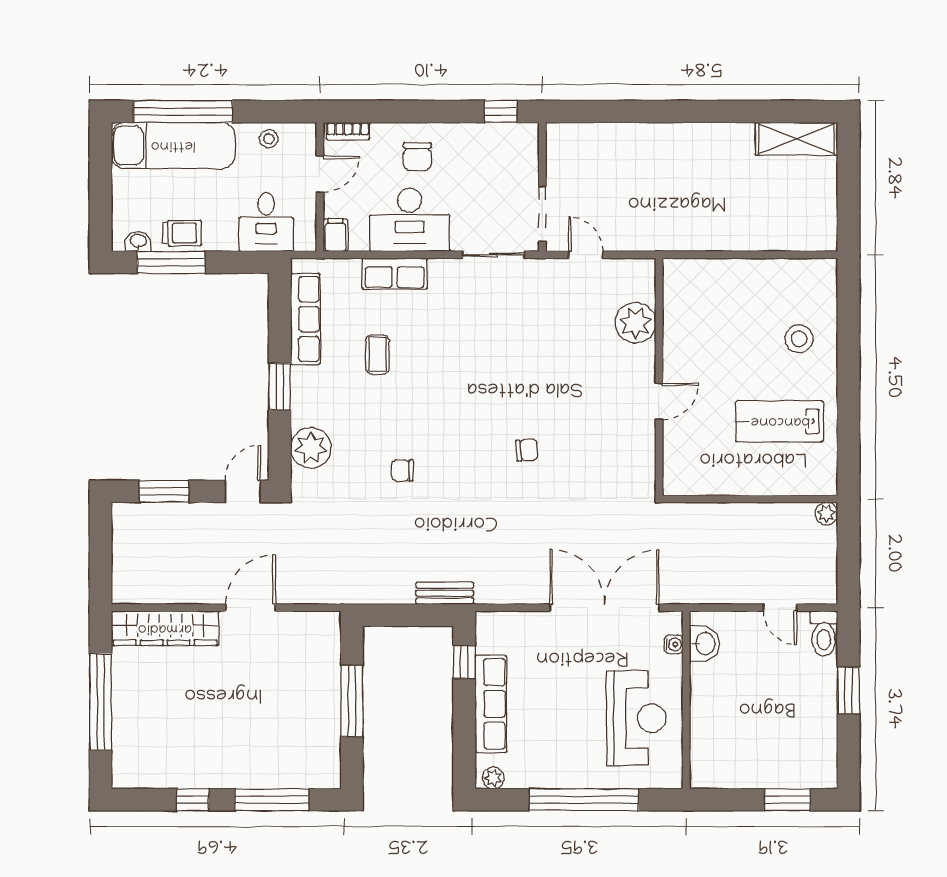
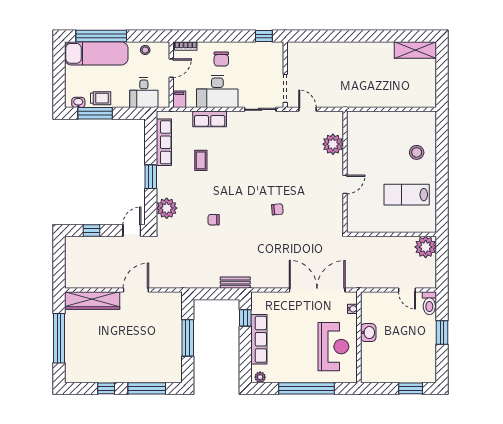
window: (164, 491) -> (91, 230), width x0.67
plant: (826, 514) -> (426, 247), width x1.87, depth x1.87
washbasin: (704, 644) -> (368, 333), moved

